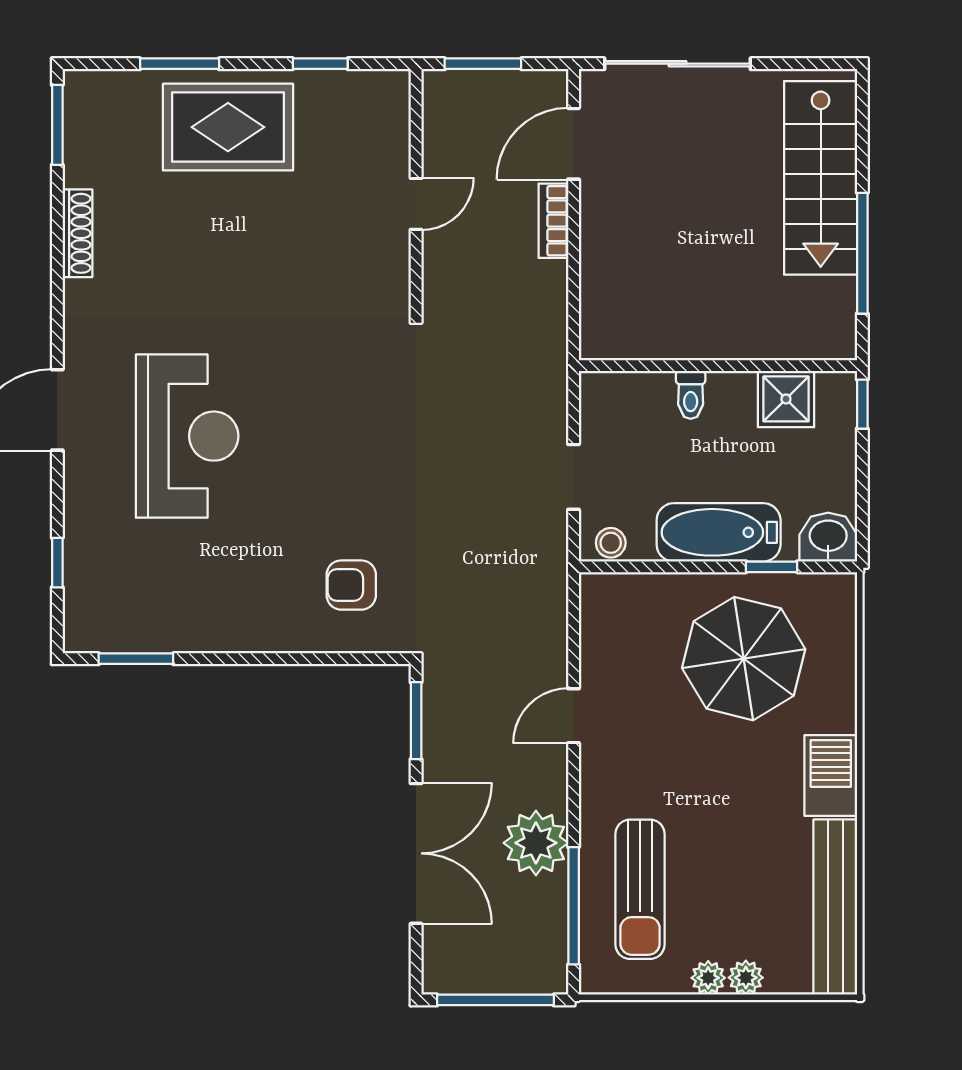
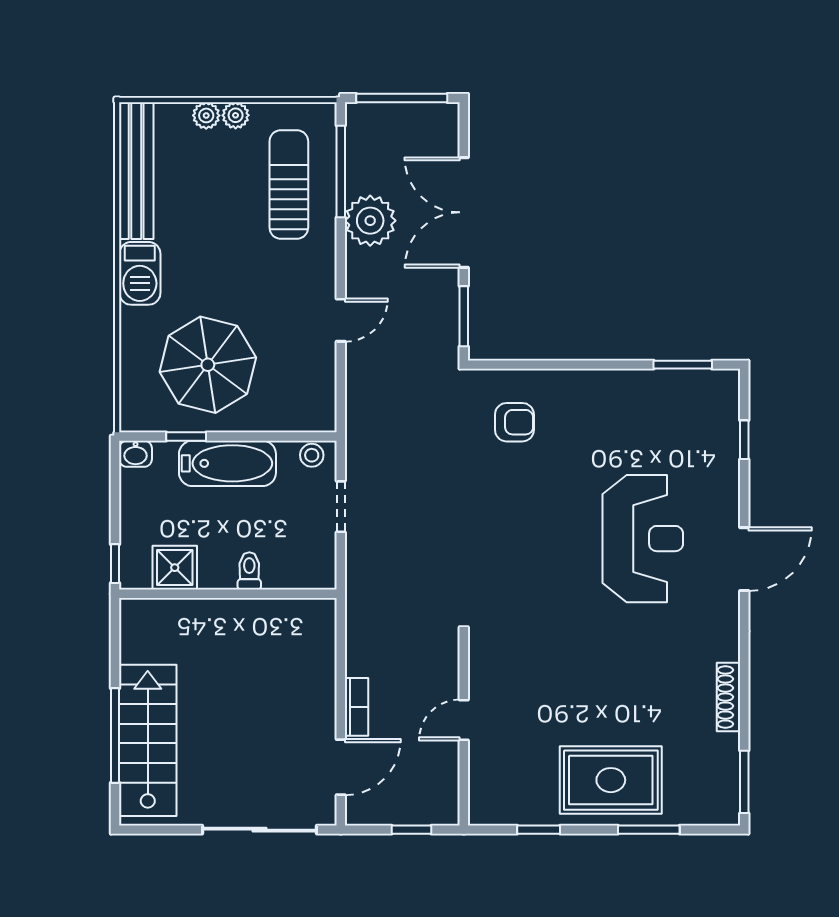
window: (483, 64) -> (412, 830), width x0.67
window: (862, 253) -> (115, 736), moved
reception desk: (187, 436) -> (643, 539), turned 180
washbasin: (828, 537) -> (136, 454), width x0.72, depth x0.69

